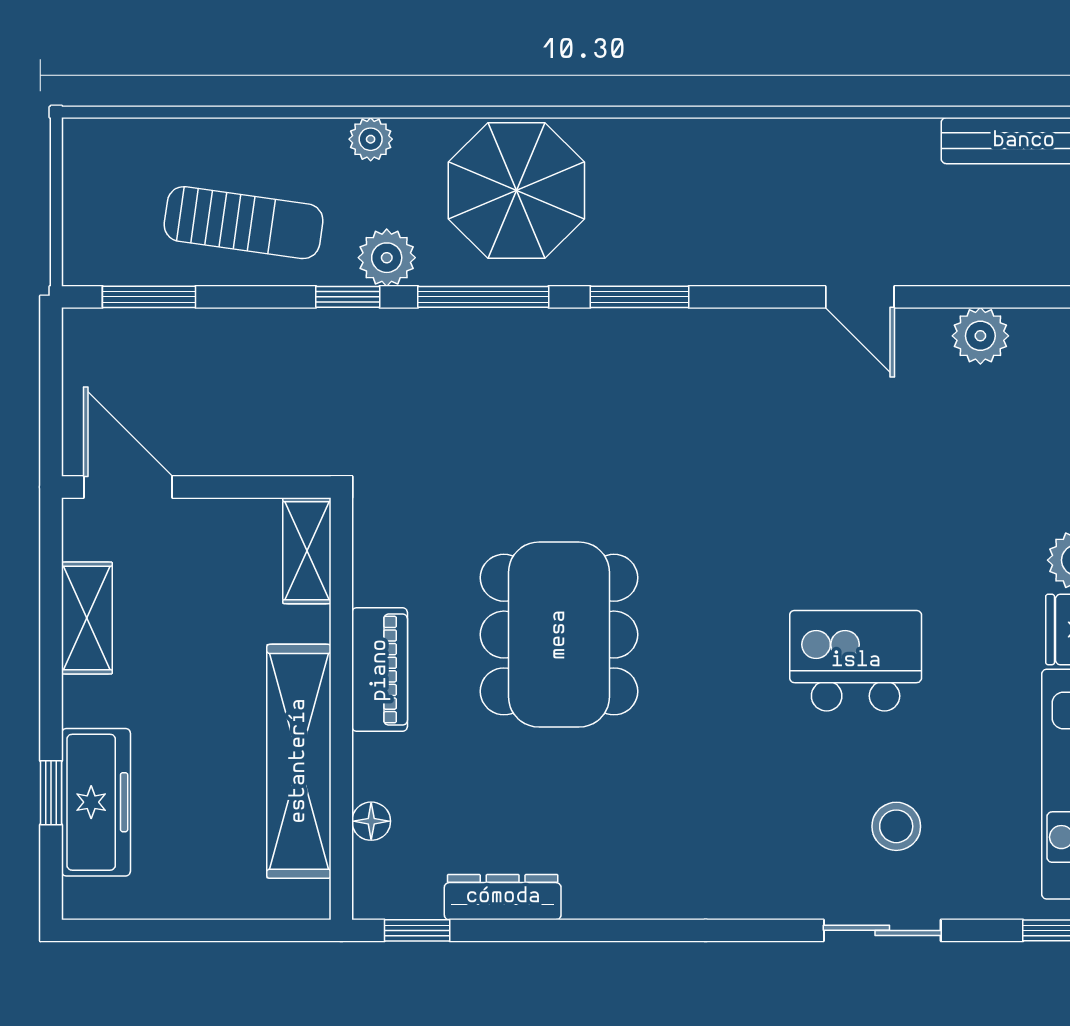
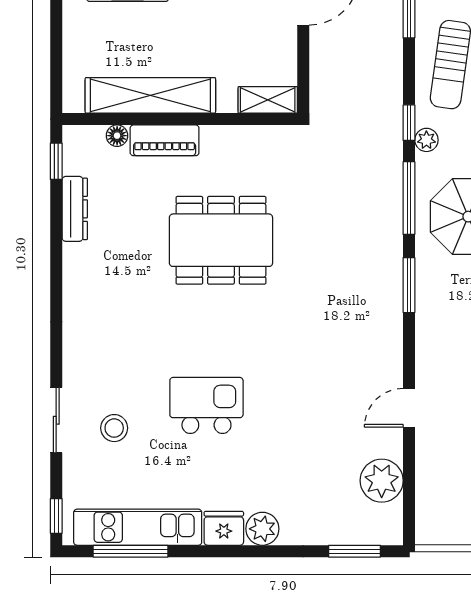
plant: (387, 258) -> (426, 140), width x0.73, depth x0.73
plant: (980, 336) -> (382, 481), width x1.36, depth x1.36
kitchen island: (856, 661) -> (206, 405), turned -90
piano: (380, 670) -> (165, 140), moved

